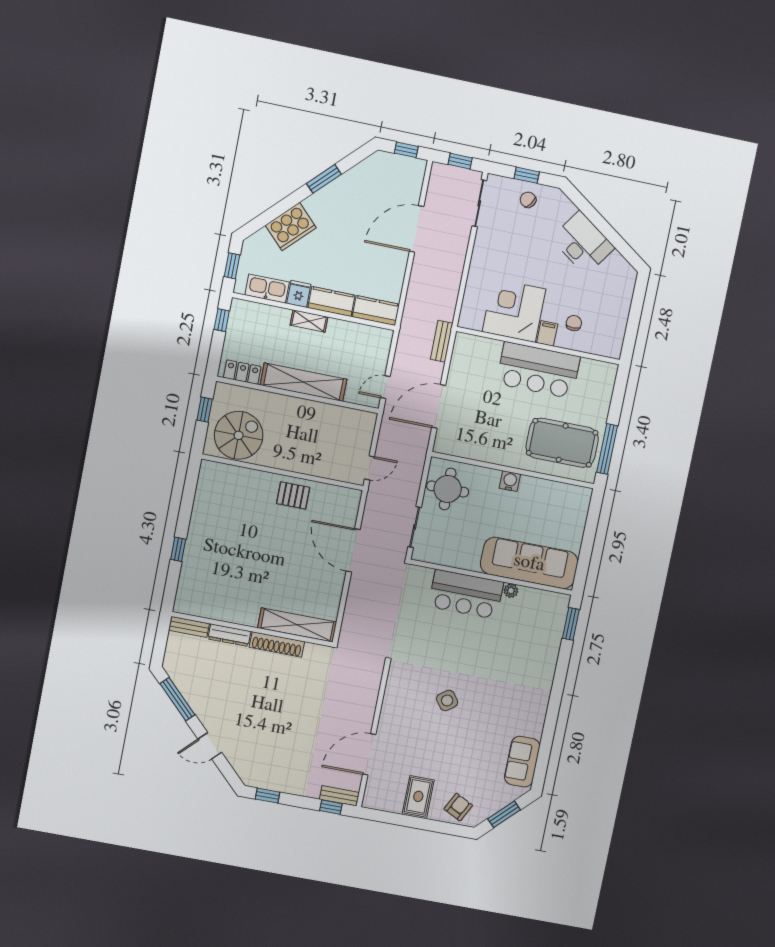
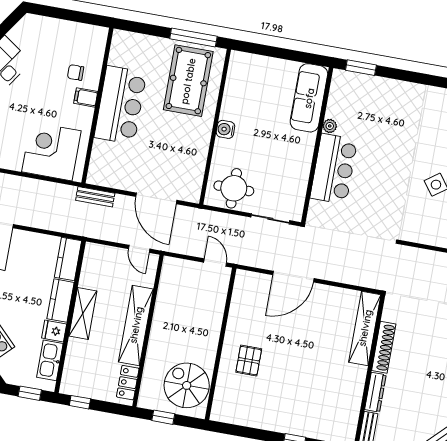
corner desk: (514, 310) -> (51, 151), moved, turned 90
shelving: (309, 321) -> (83, 313), width x1.50, depth x1.33
pallet: (293, 495) -> (249, 361), moved
sofa: (529, 563) -> (309, 98), width x0.74, depth x0.79

